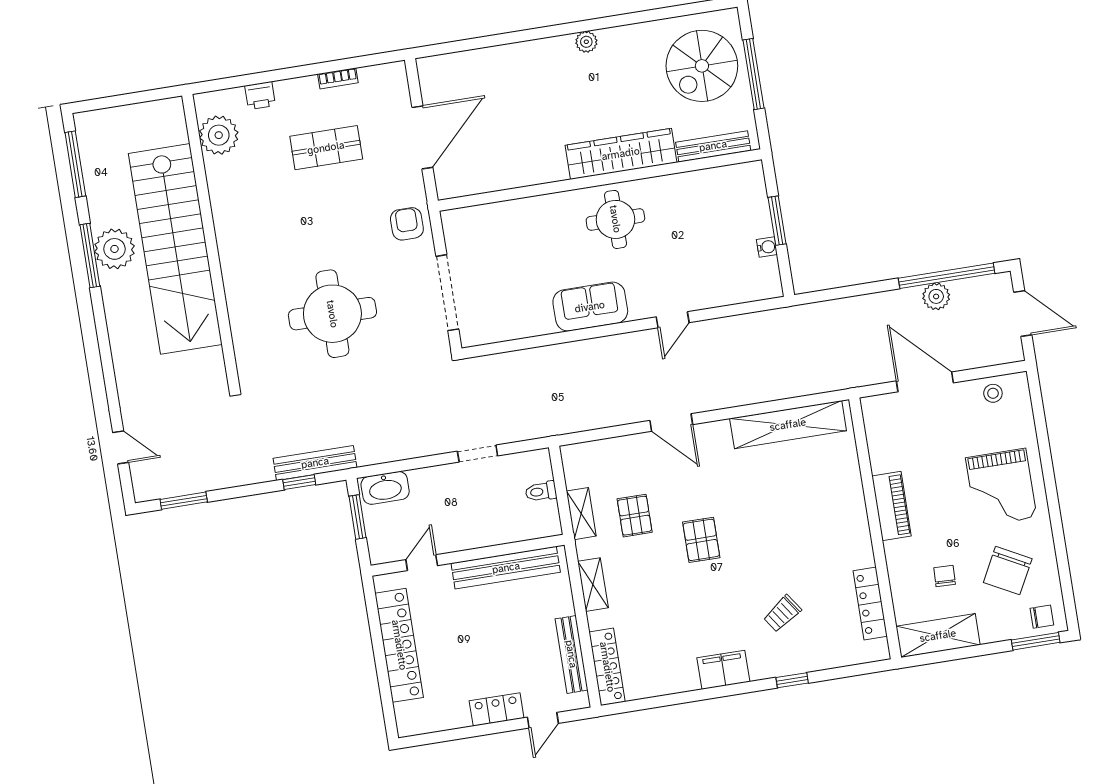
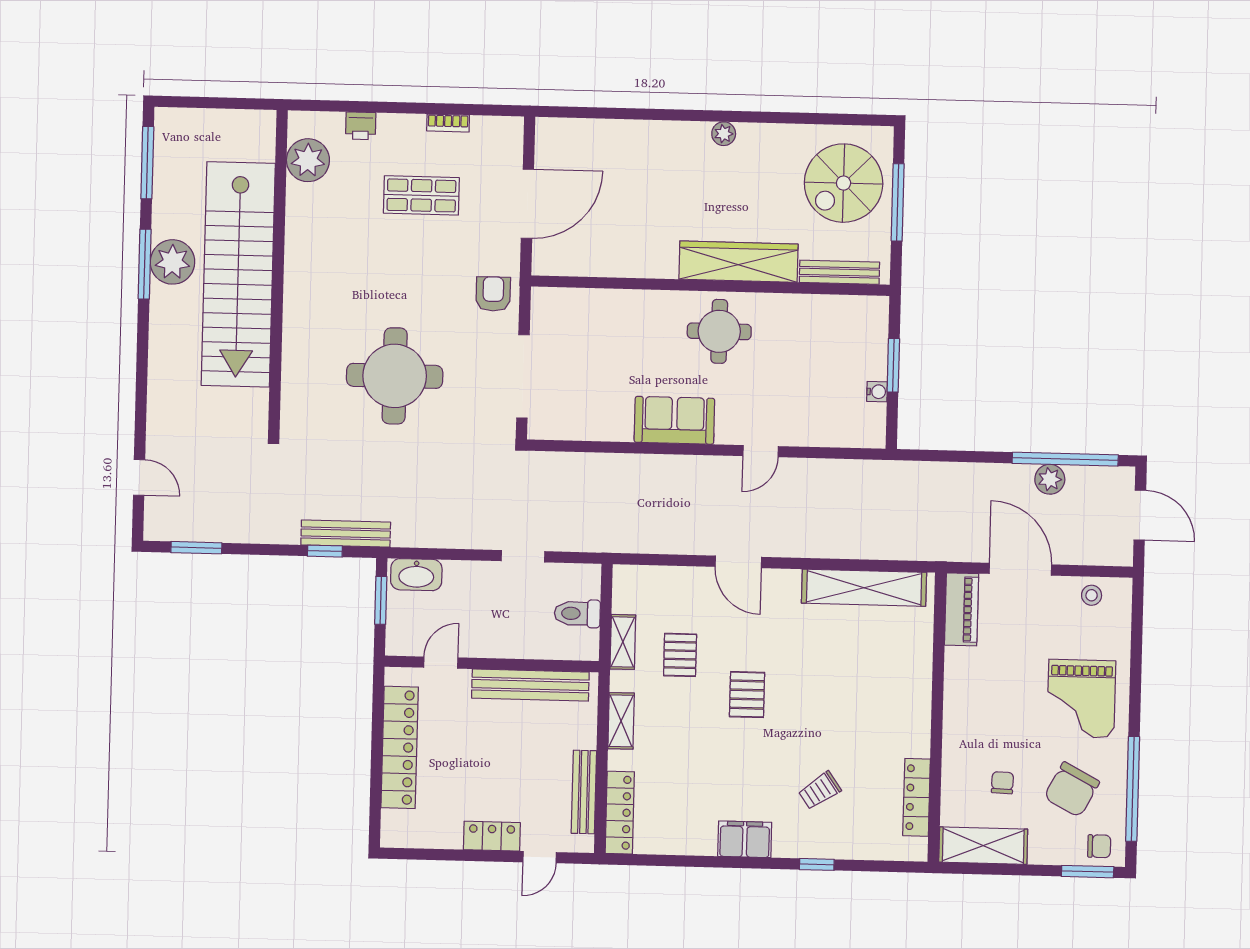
toilet: (541, 491) -> (577, 613), width x1.37, depth x1.39
piano: (891, 506) -> (962, 609), moved
window: (1062, 560) -> (1133, 789), added

